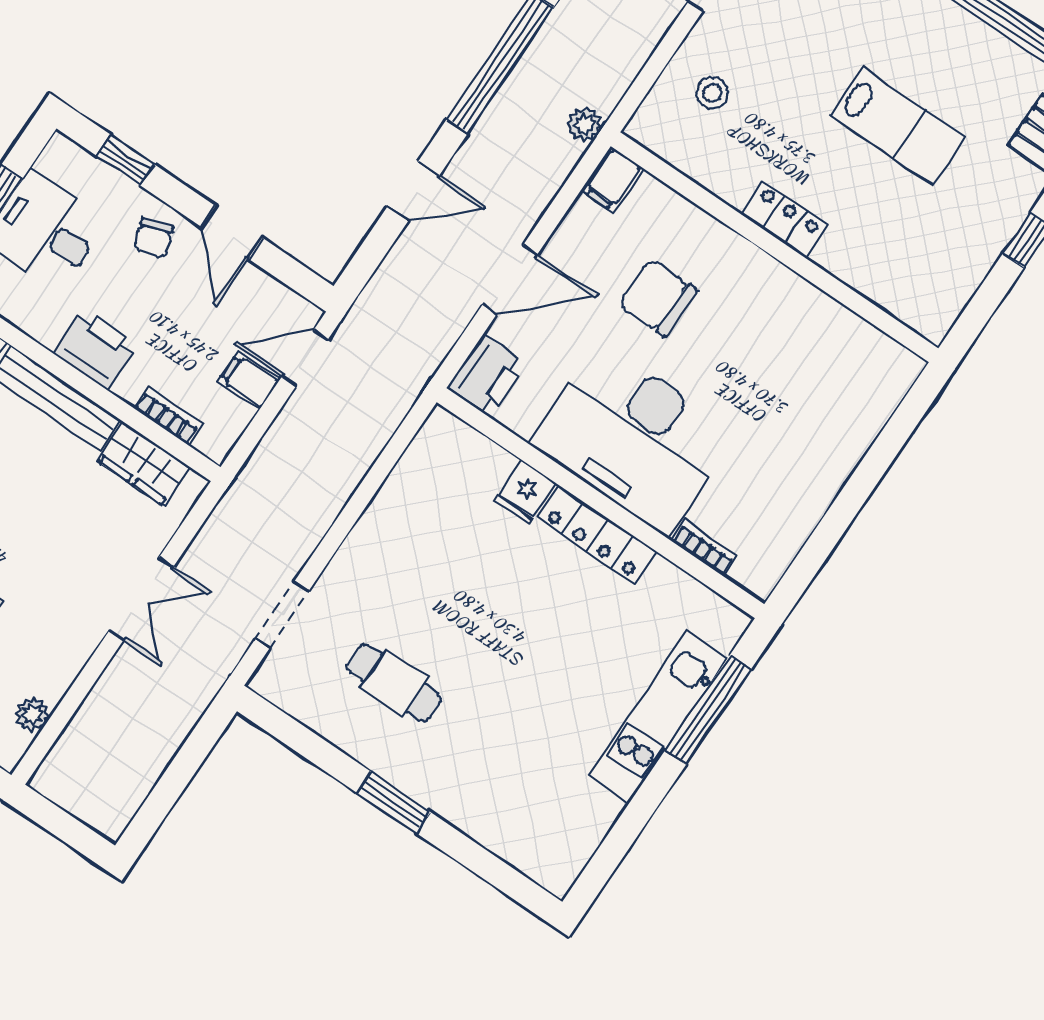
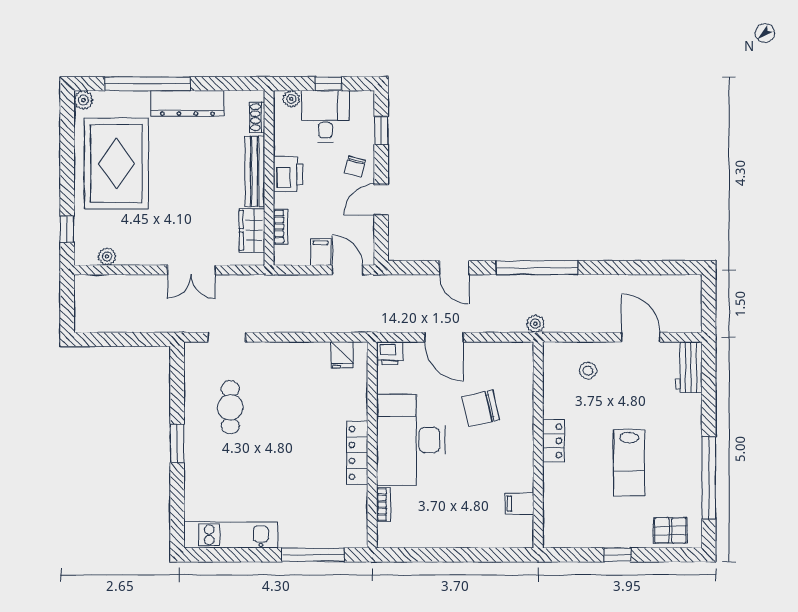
filing cabinet: (612, 179) -> (519, 504), moved
chair: (153, 238) -> (355, 167), turned -58
chair: (658, 298) -> (481, 408), turned -103
printer: (487, 376) -> (390, 353), width x0.73, depth x0.81
fridge: (525, 492) -> (342, 355), moved, turned -90
kitchen unit: (658, 717) -> (231, 535), moved

